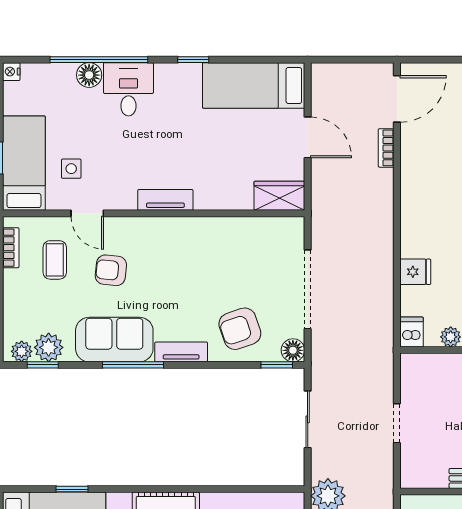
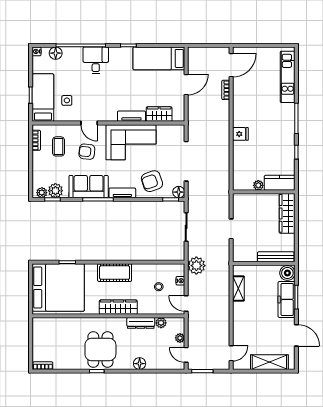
floor lamp: (89, 75) -> (56, 53), moved
door: (308, 137) -> (186, 85), hinge flipped
wardrobe: (279, 196) -> (159, 114), moved
tv unit: (165, 200) -> (131, 116), moved
door: (87, 213) -> (89, 123), moved
corner sofa: (198, 252) -> (131, 142), added
fridge: (415, 272) -> (240, 134), moved
dishwasher: (412, 332) -> (239, 183), removed

